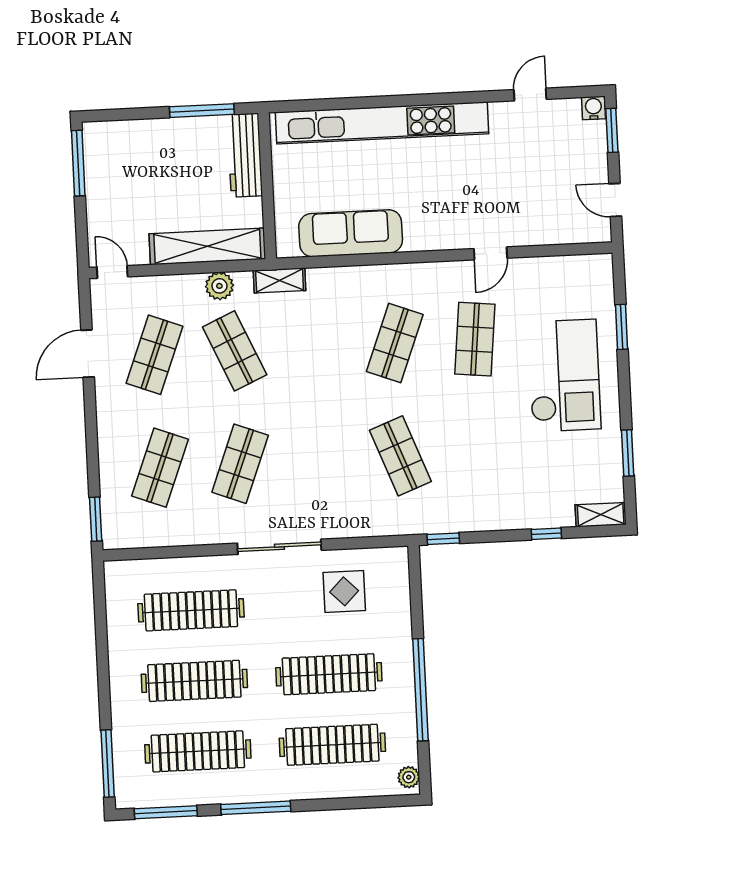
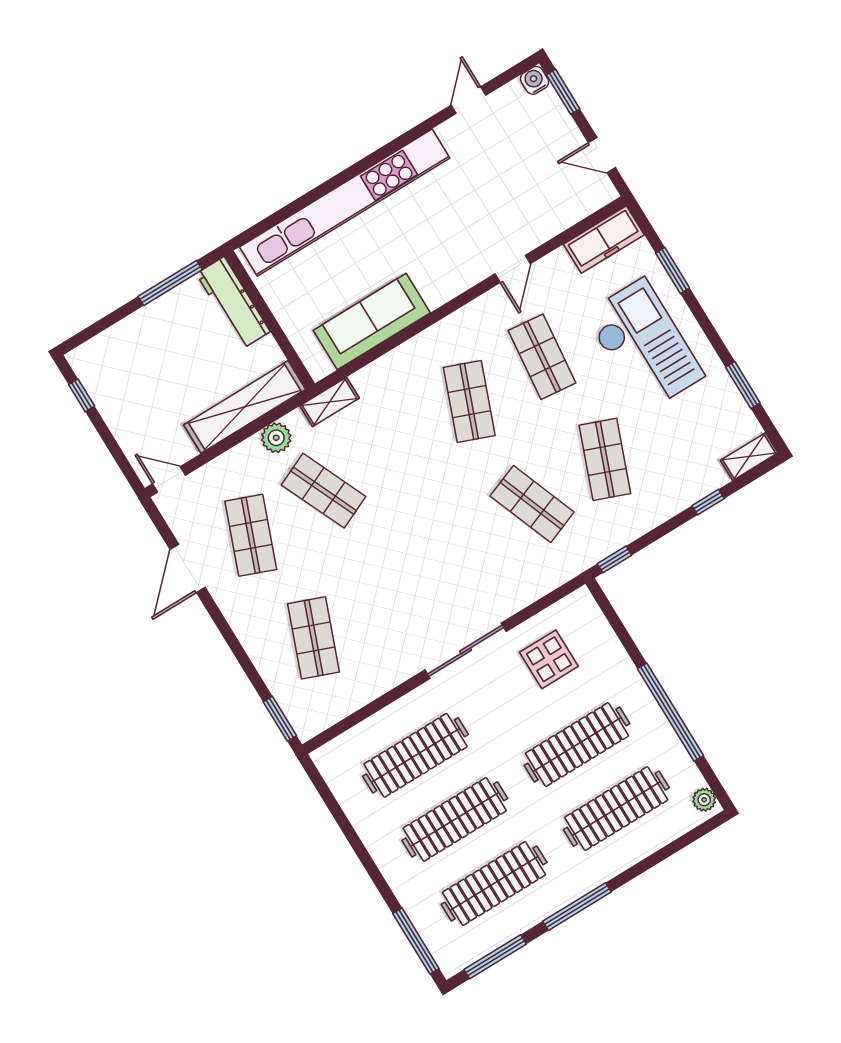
window: (78, 163) -> (82, 395), width x0.46
freezer: (579, 270) -> (604, 239), added
shop shelf: (240, 464) -> (605, 459), moved

